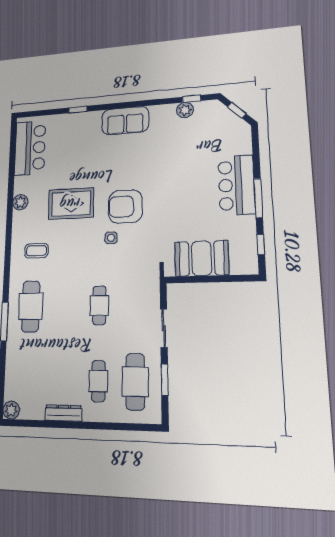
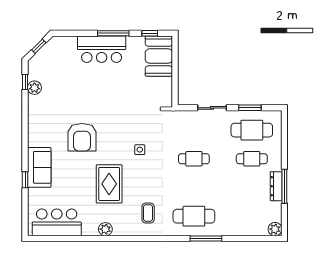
sofa: (125, 121) -> (39, 167), moved
armchair: (125, 206) -> (82, 137), moved
booth: (202, 258) -> (159, 56), moved
window: (63, 424) -> (284, 186), added

